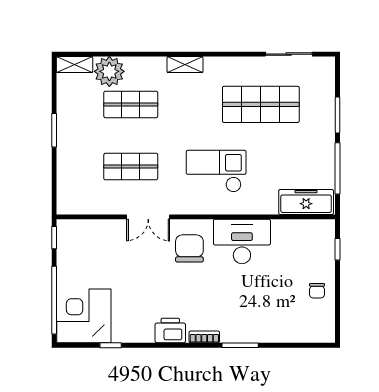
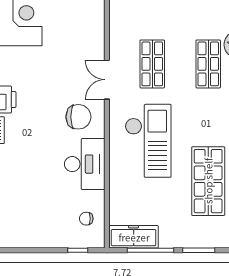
checkout: (216, 171) -> (148, 141), width x1.36, depth x1.21
freezer: (306, 202) -> (134, 237), moved, turned -90
chair: (317, 291) -> (86, 219), moved

